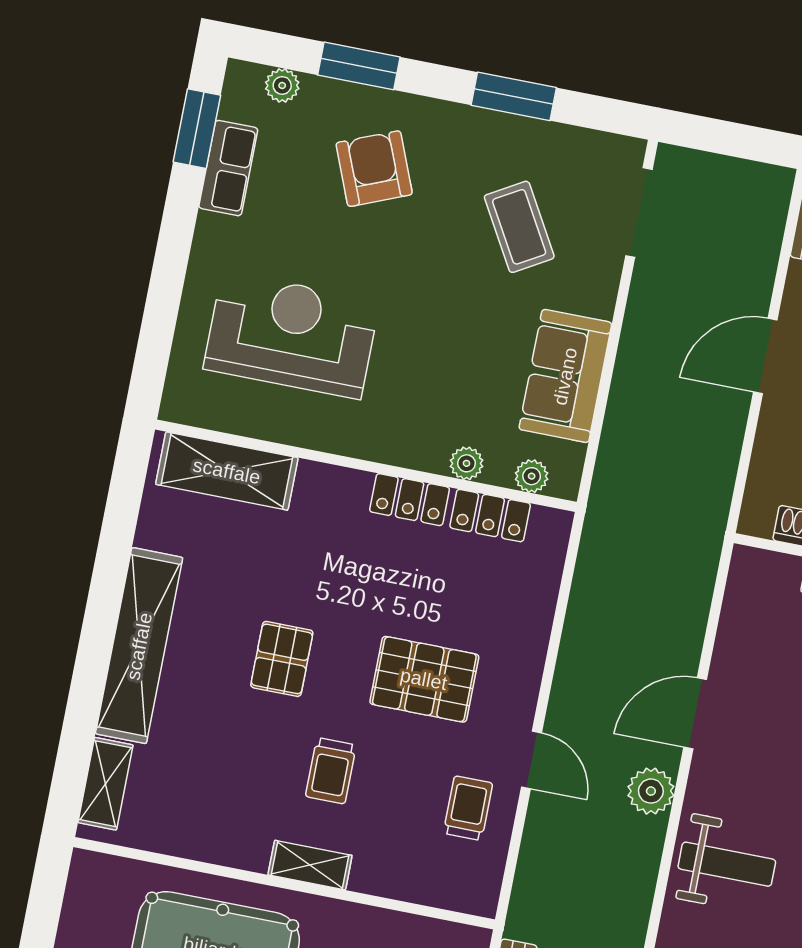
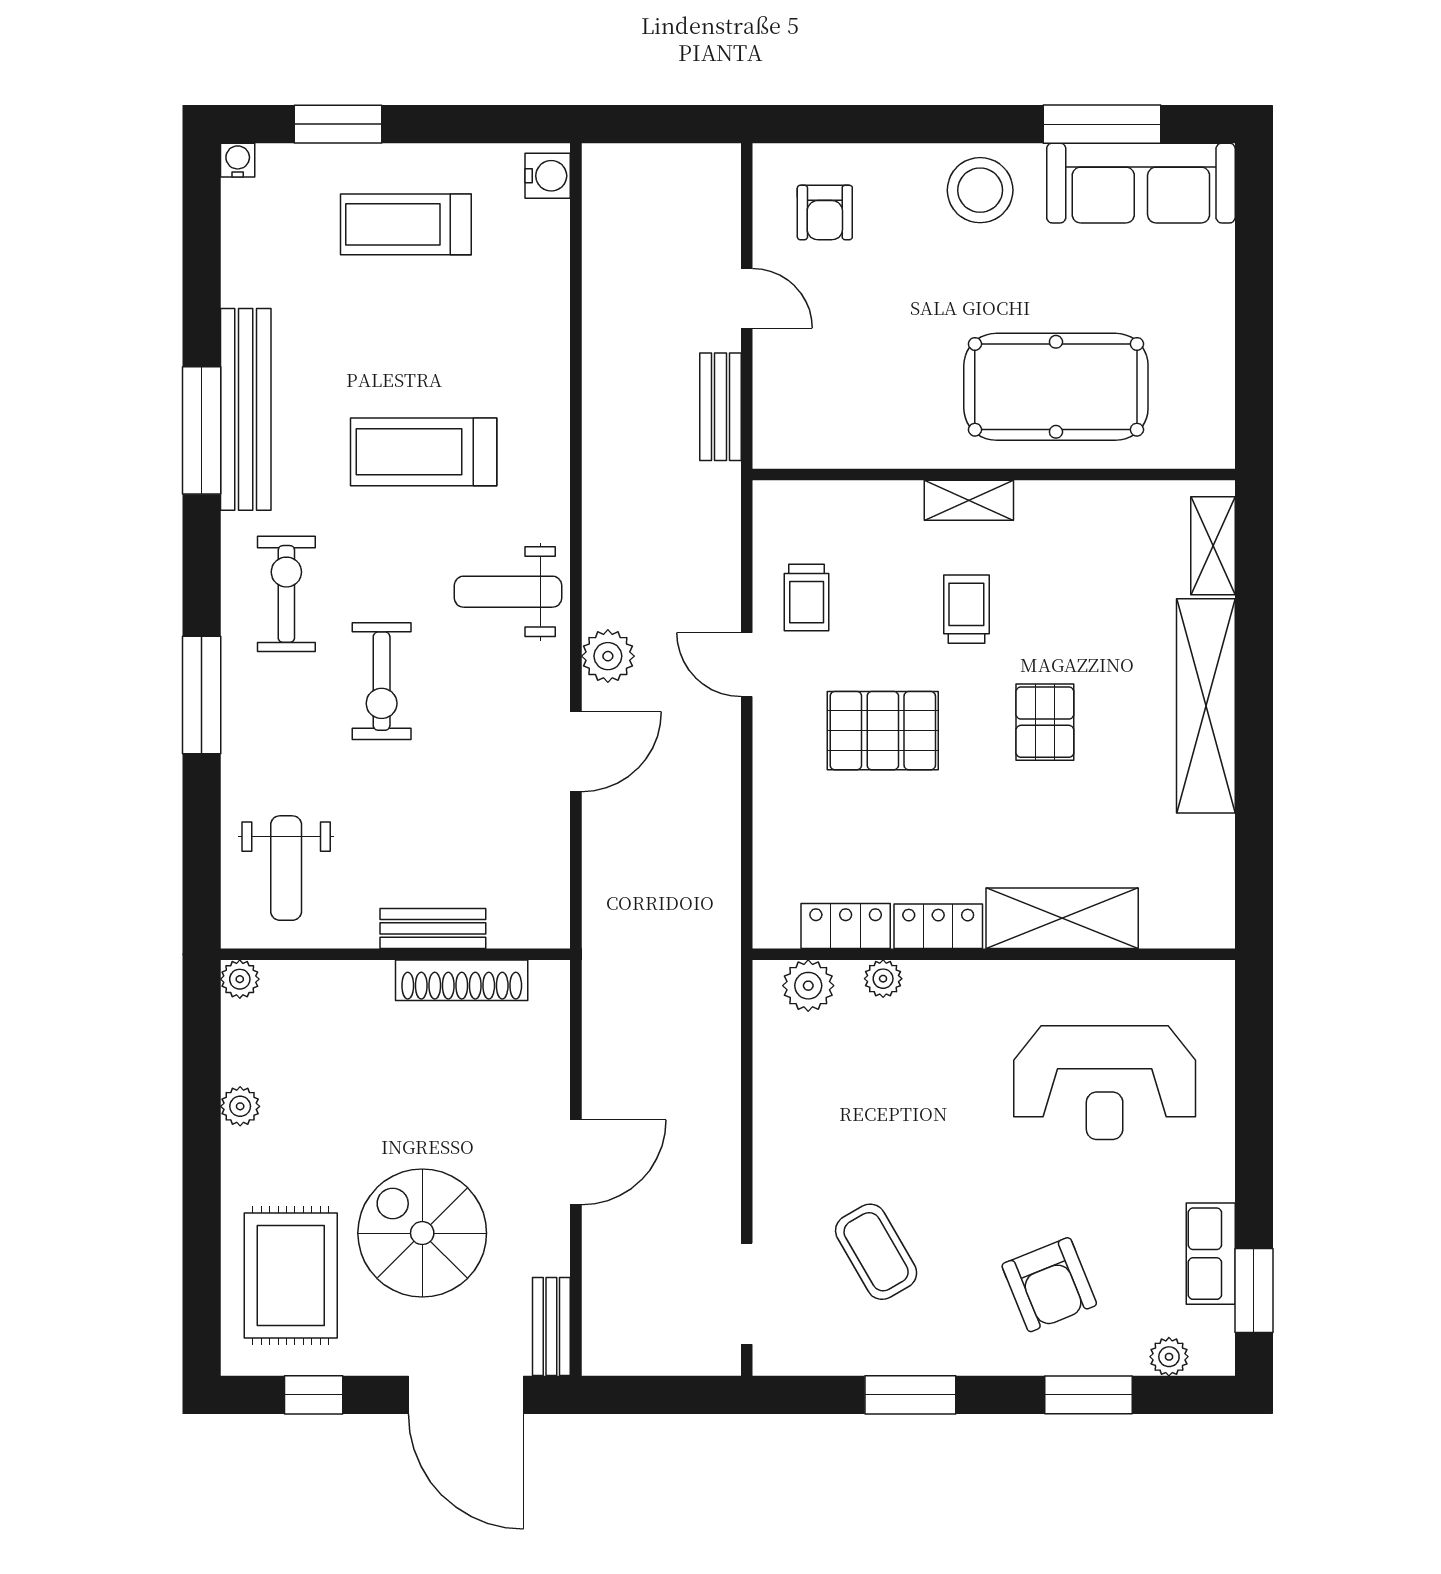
sofa: (565, 376) -> (793, 1097), removed
shelving: (227, 471) -> (1062, 918), moved
plant: (532, 476) -> (808, 986), width x1.38, depth x1.38

